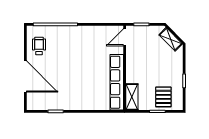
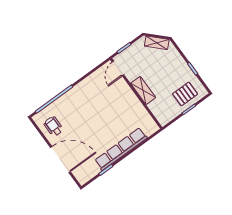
row of seats: (117, 82) -> (121, 149), moved, turned 90
shelving: (132, 97) -> (143, 90), moved
pallet: (163, 97) -> (185, 94), turned 90

